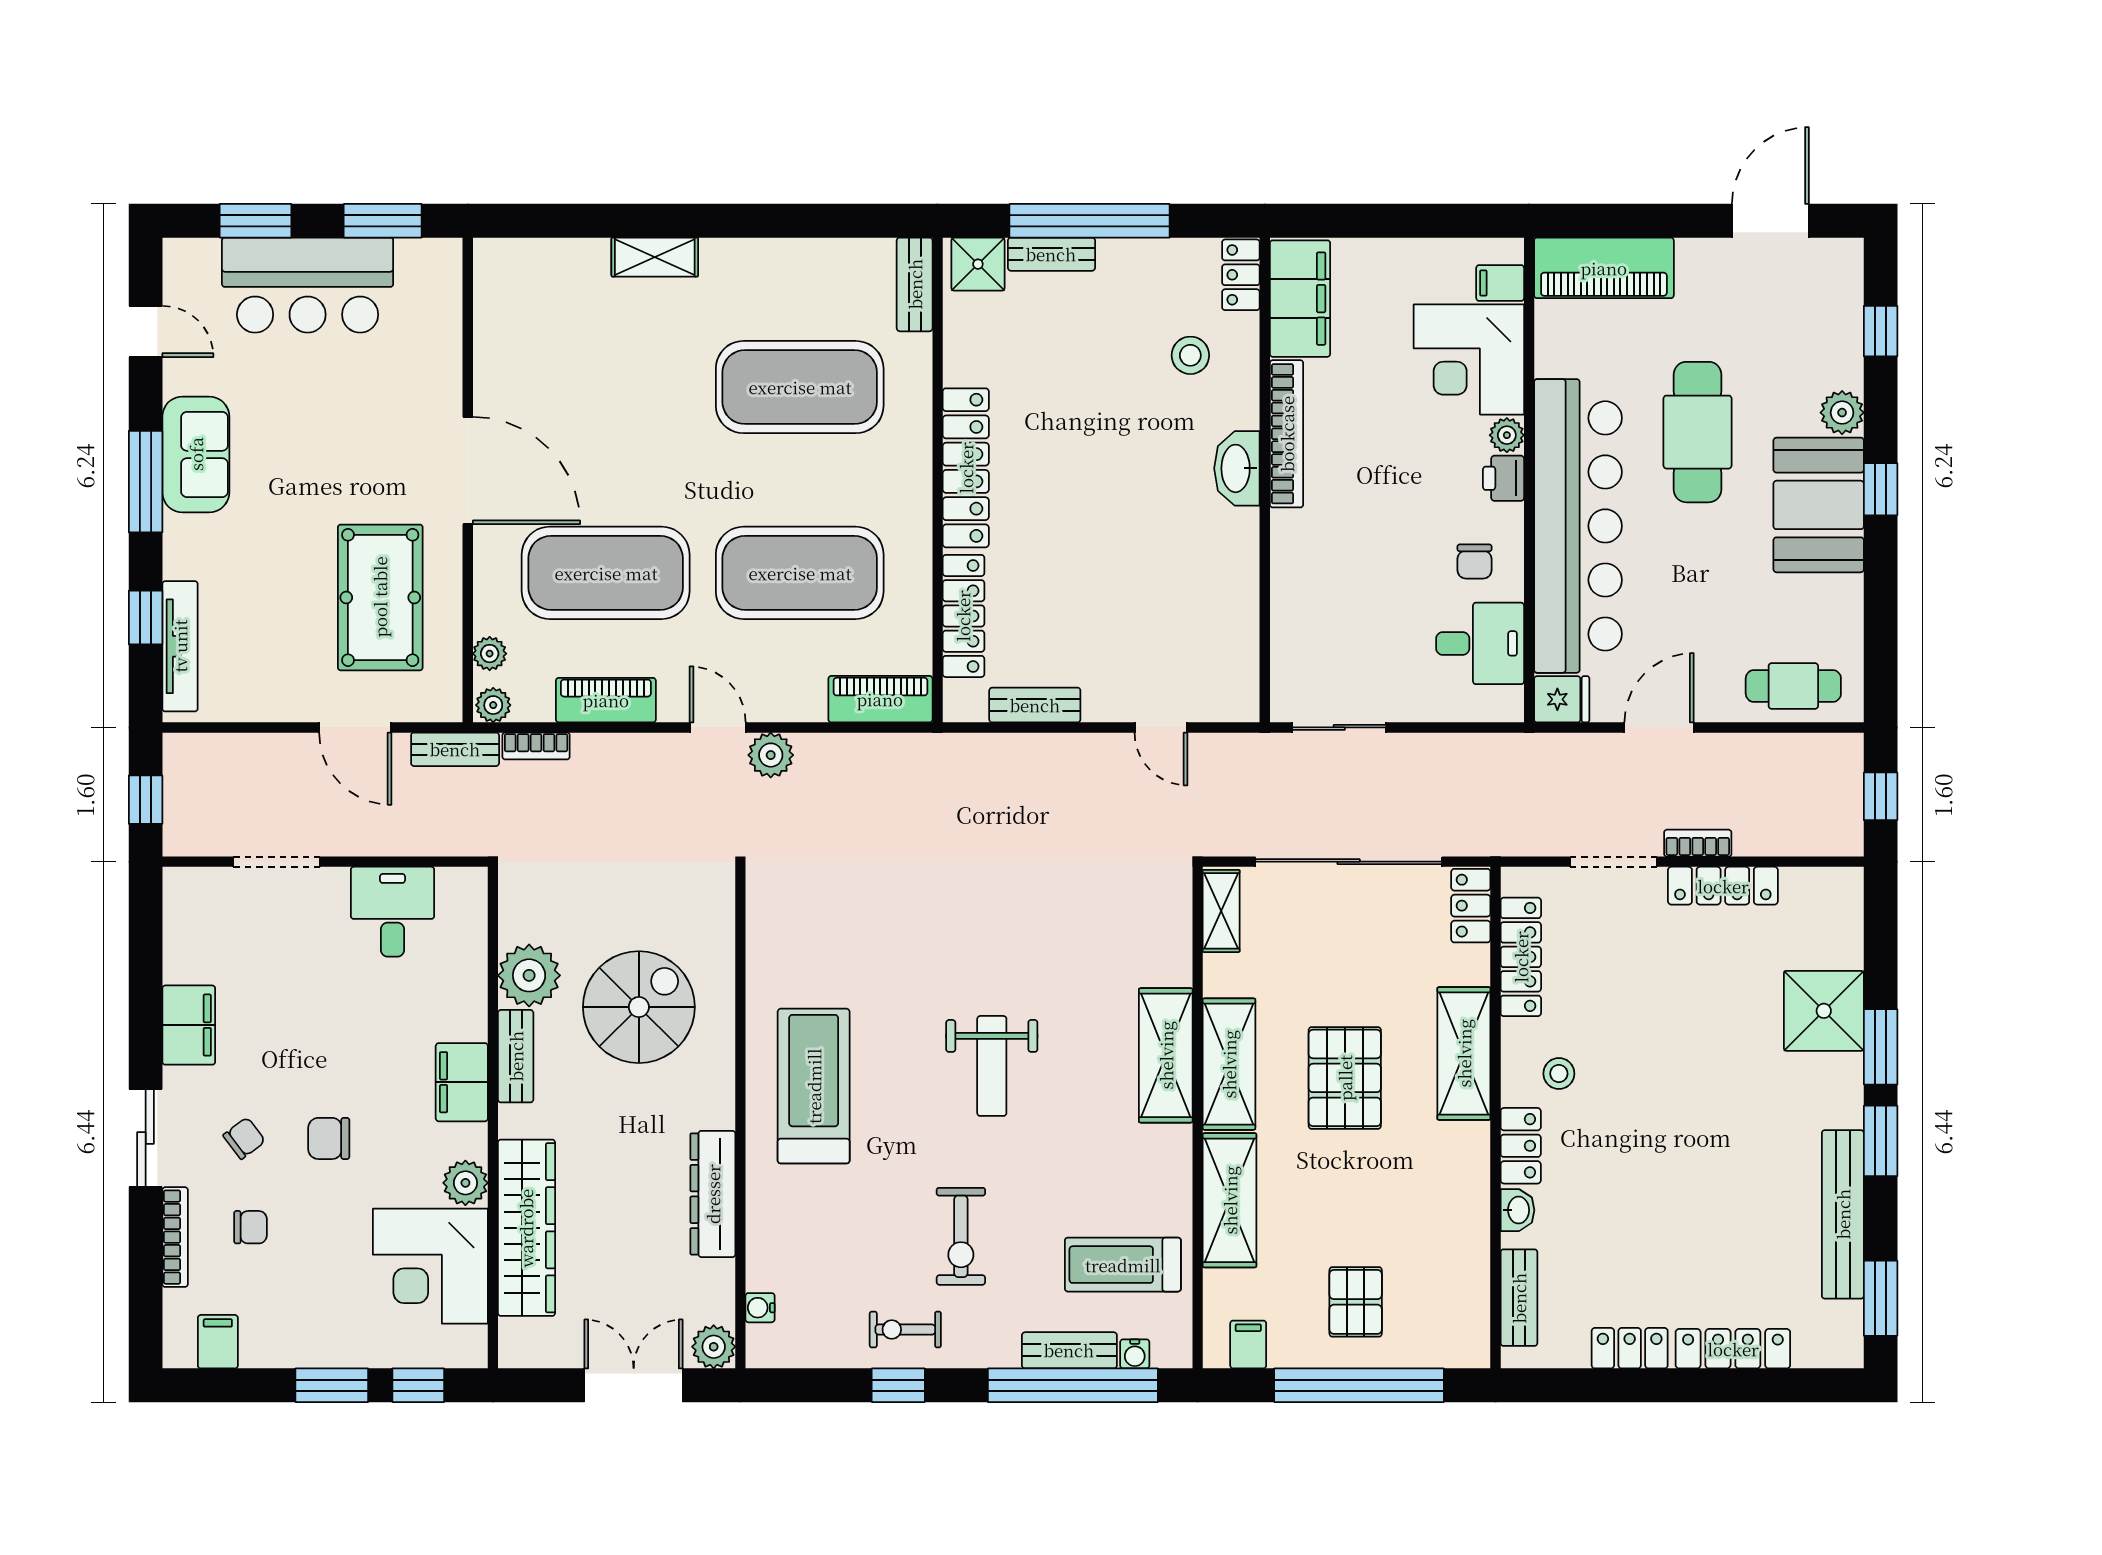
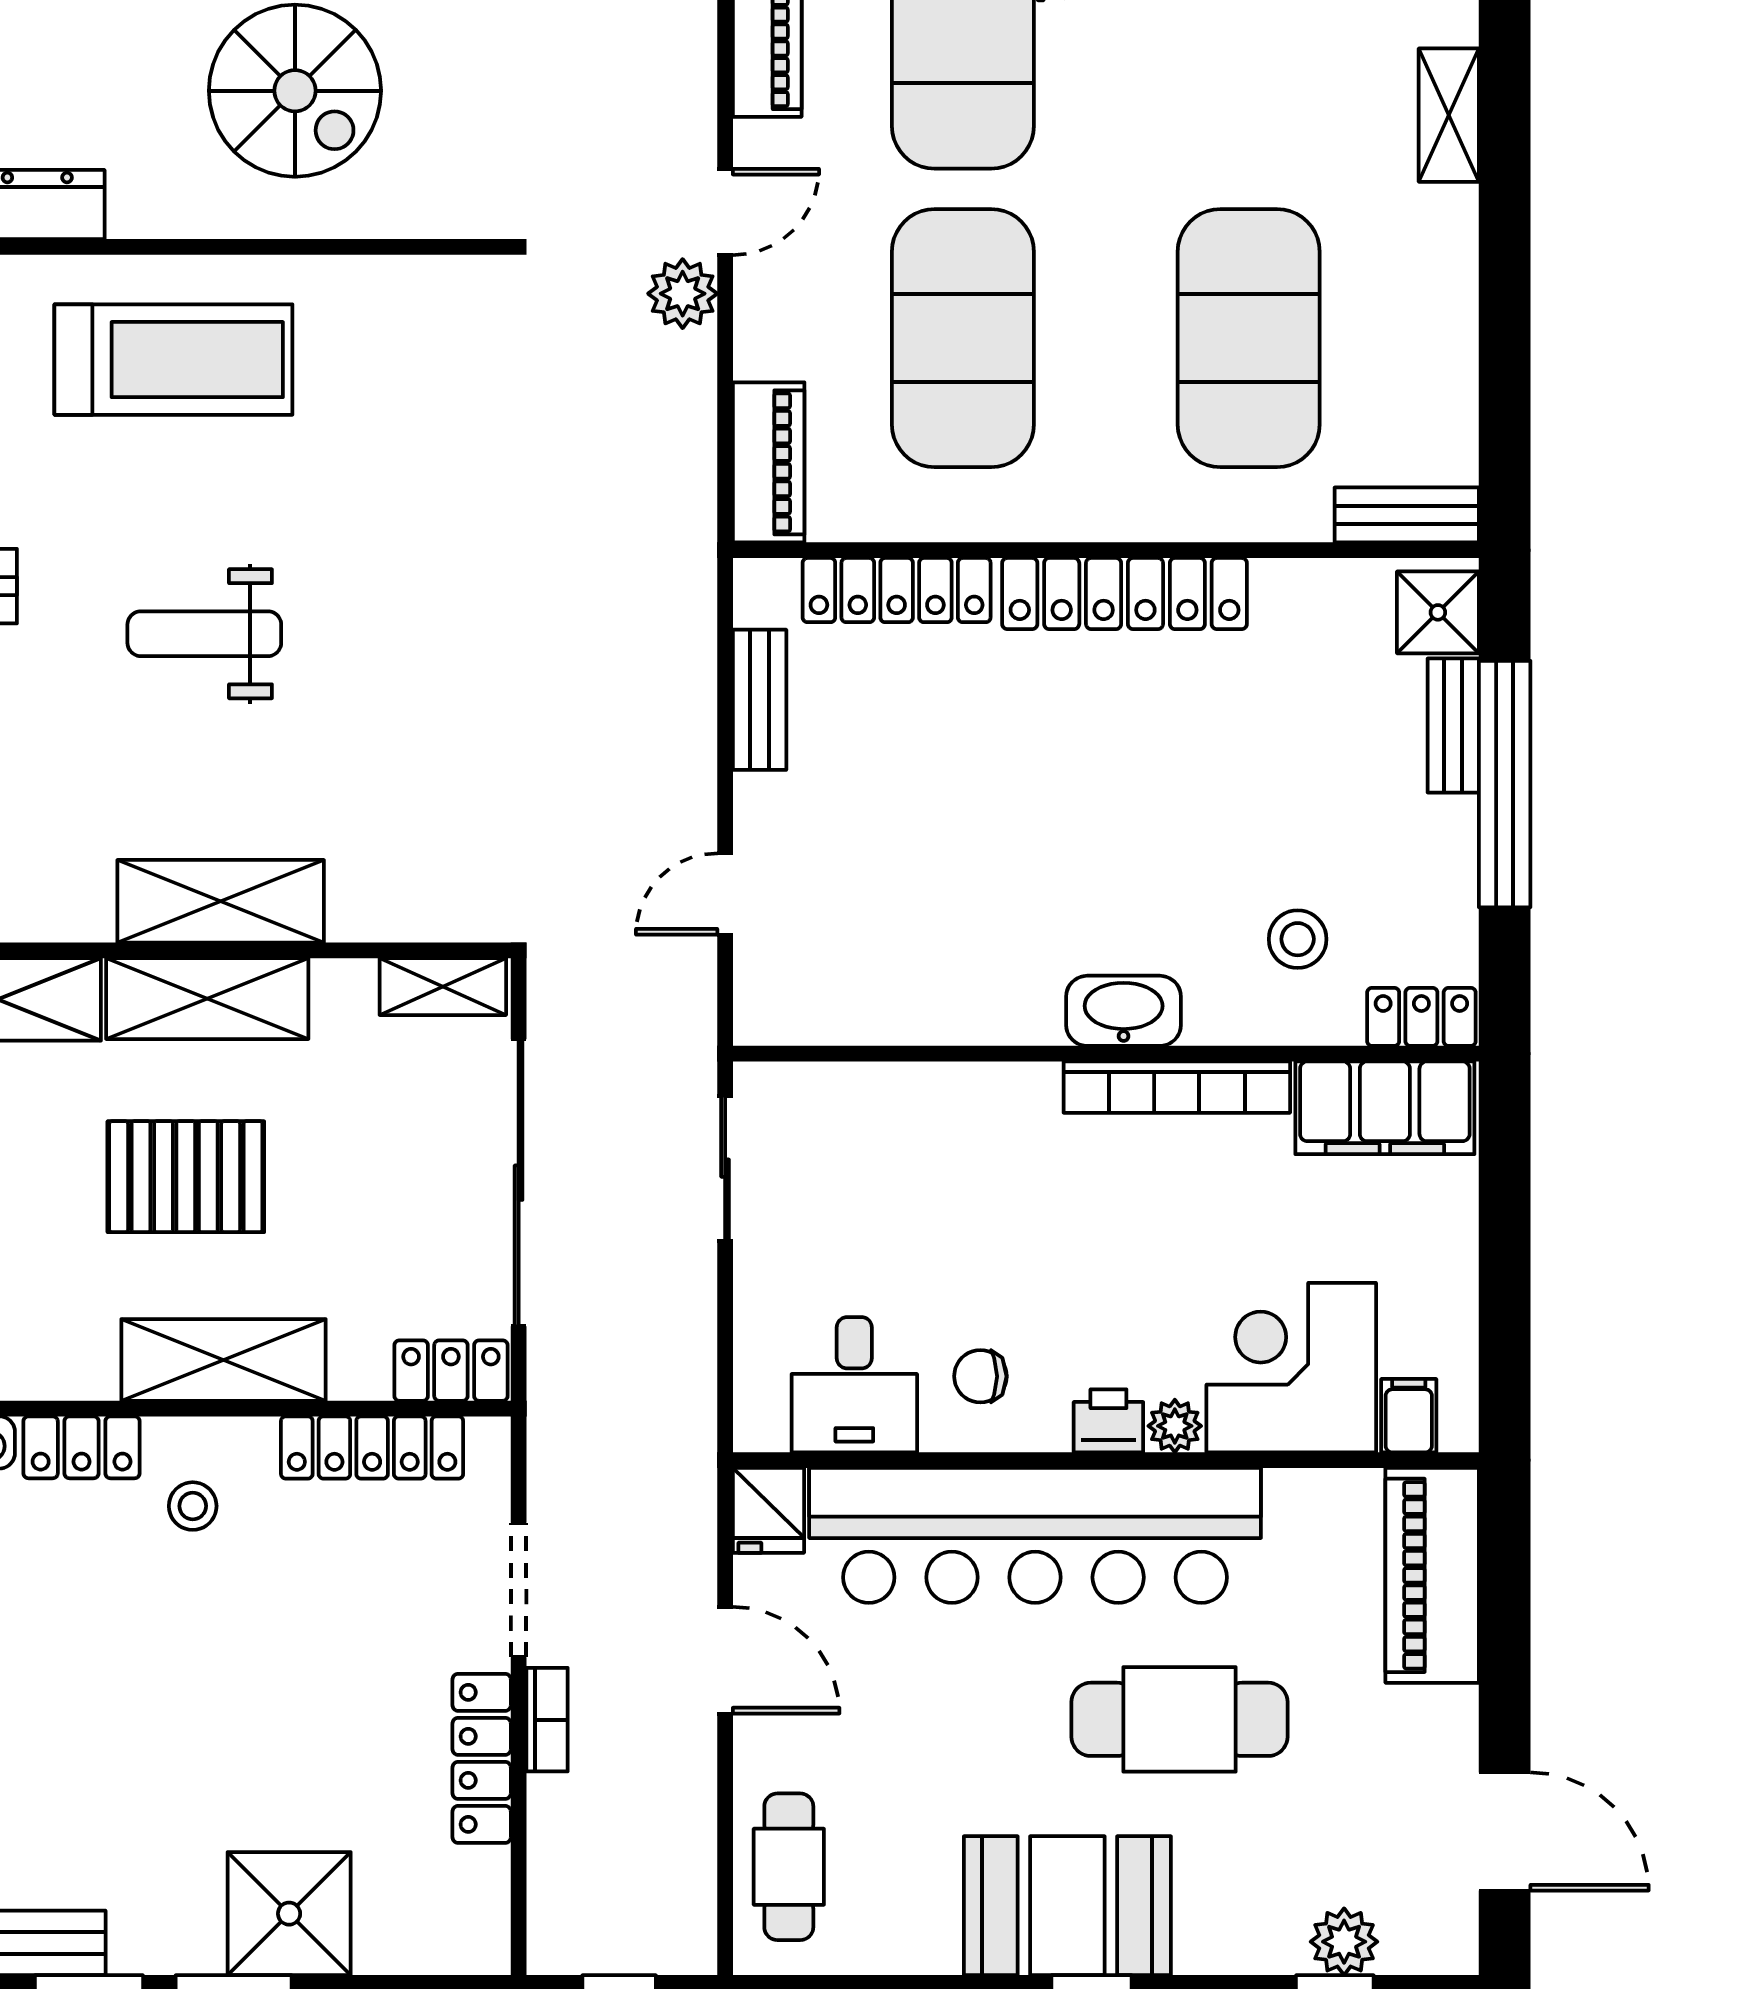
plant: (1842, 413) -> (1344, 1942), moved

